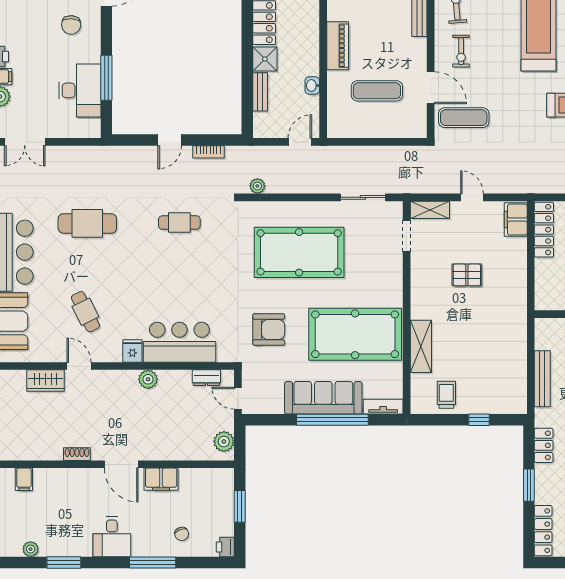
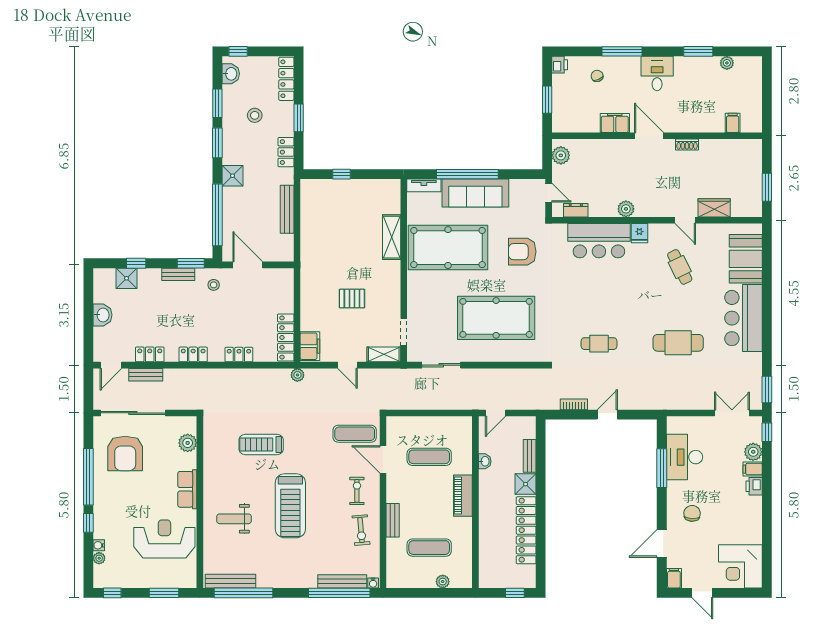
plant: (257, 186) -> (297, 375), moved
trolley: (446, 395) -> (370, 196), removed

